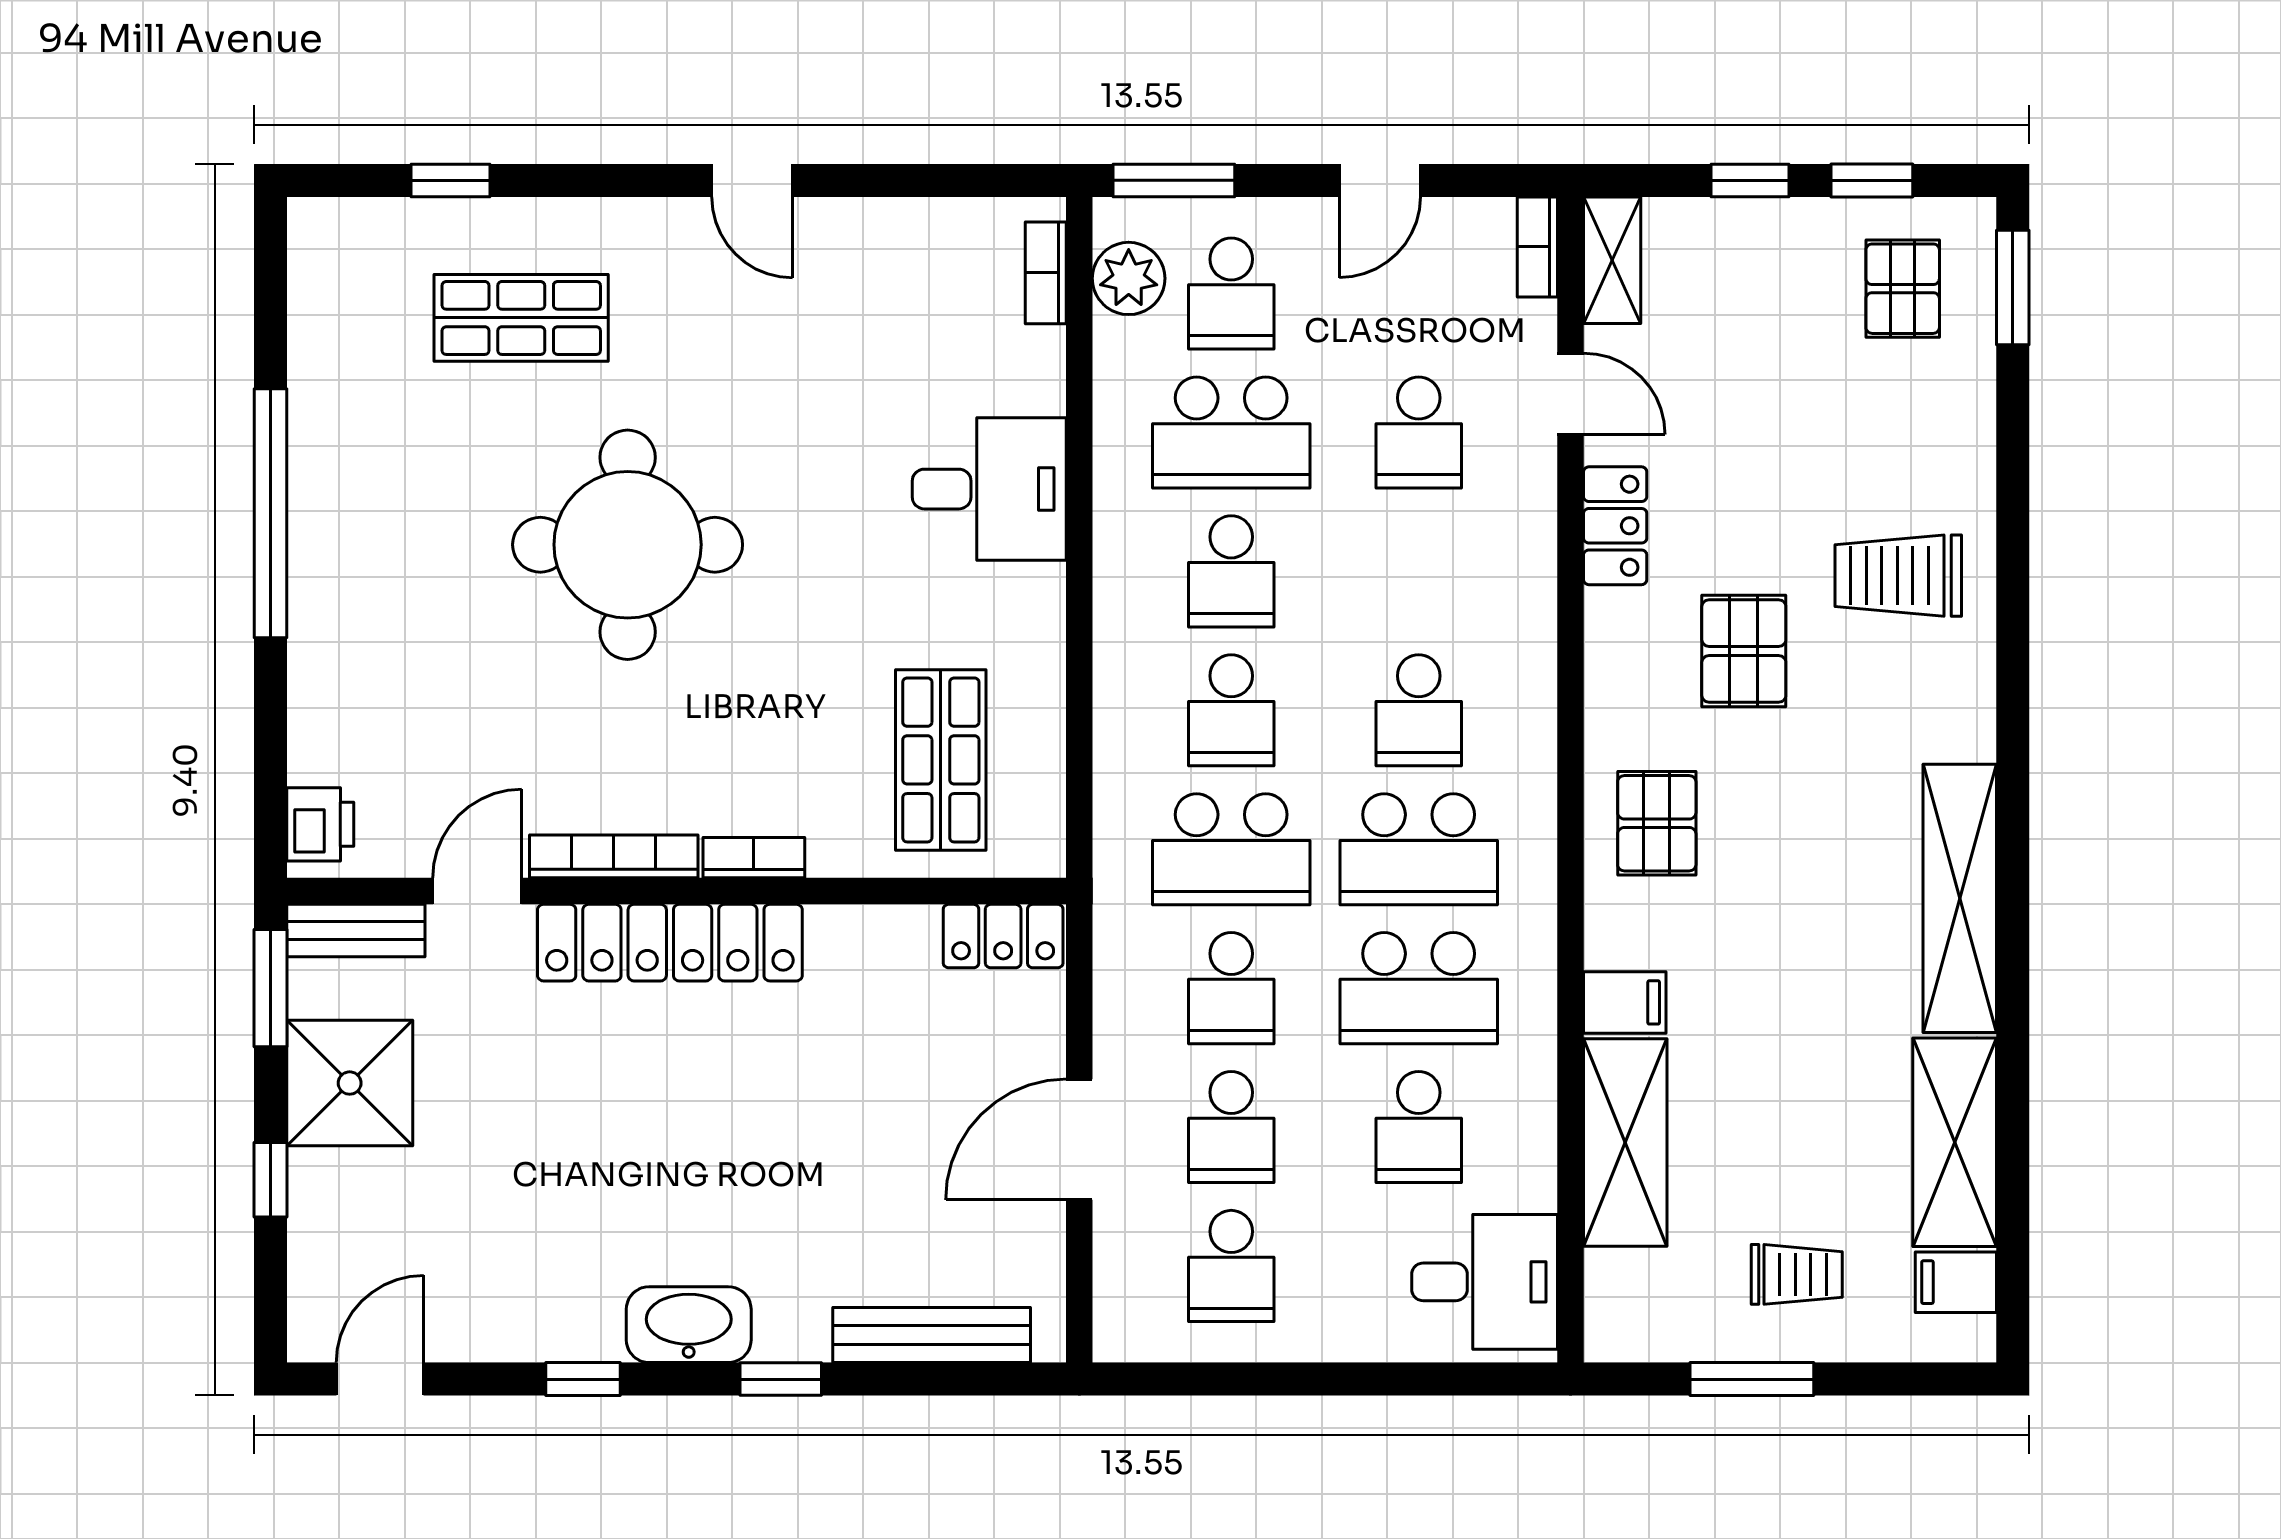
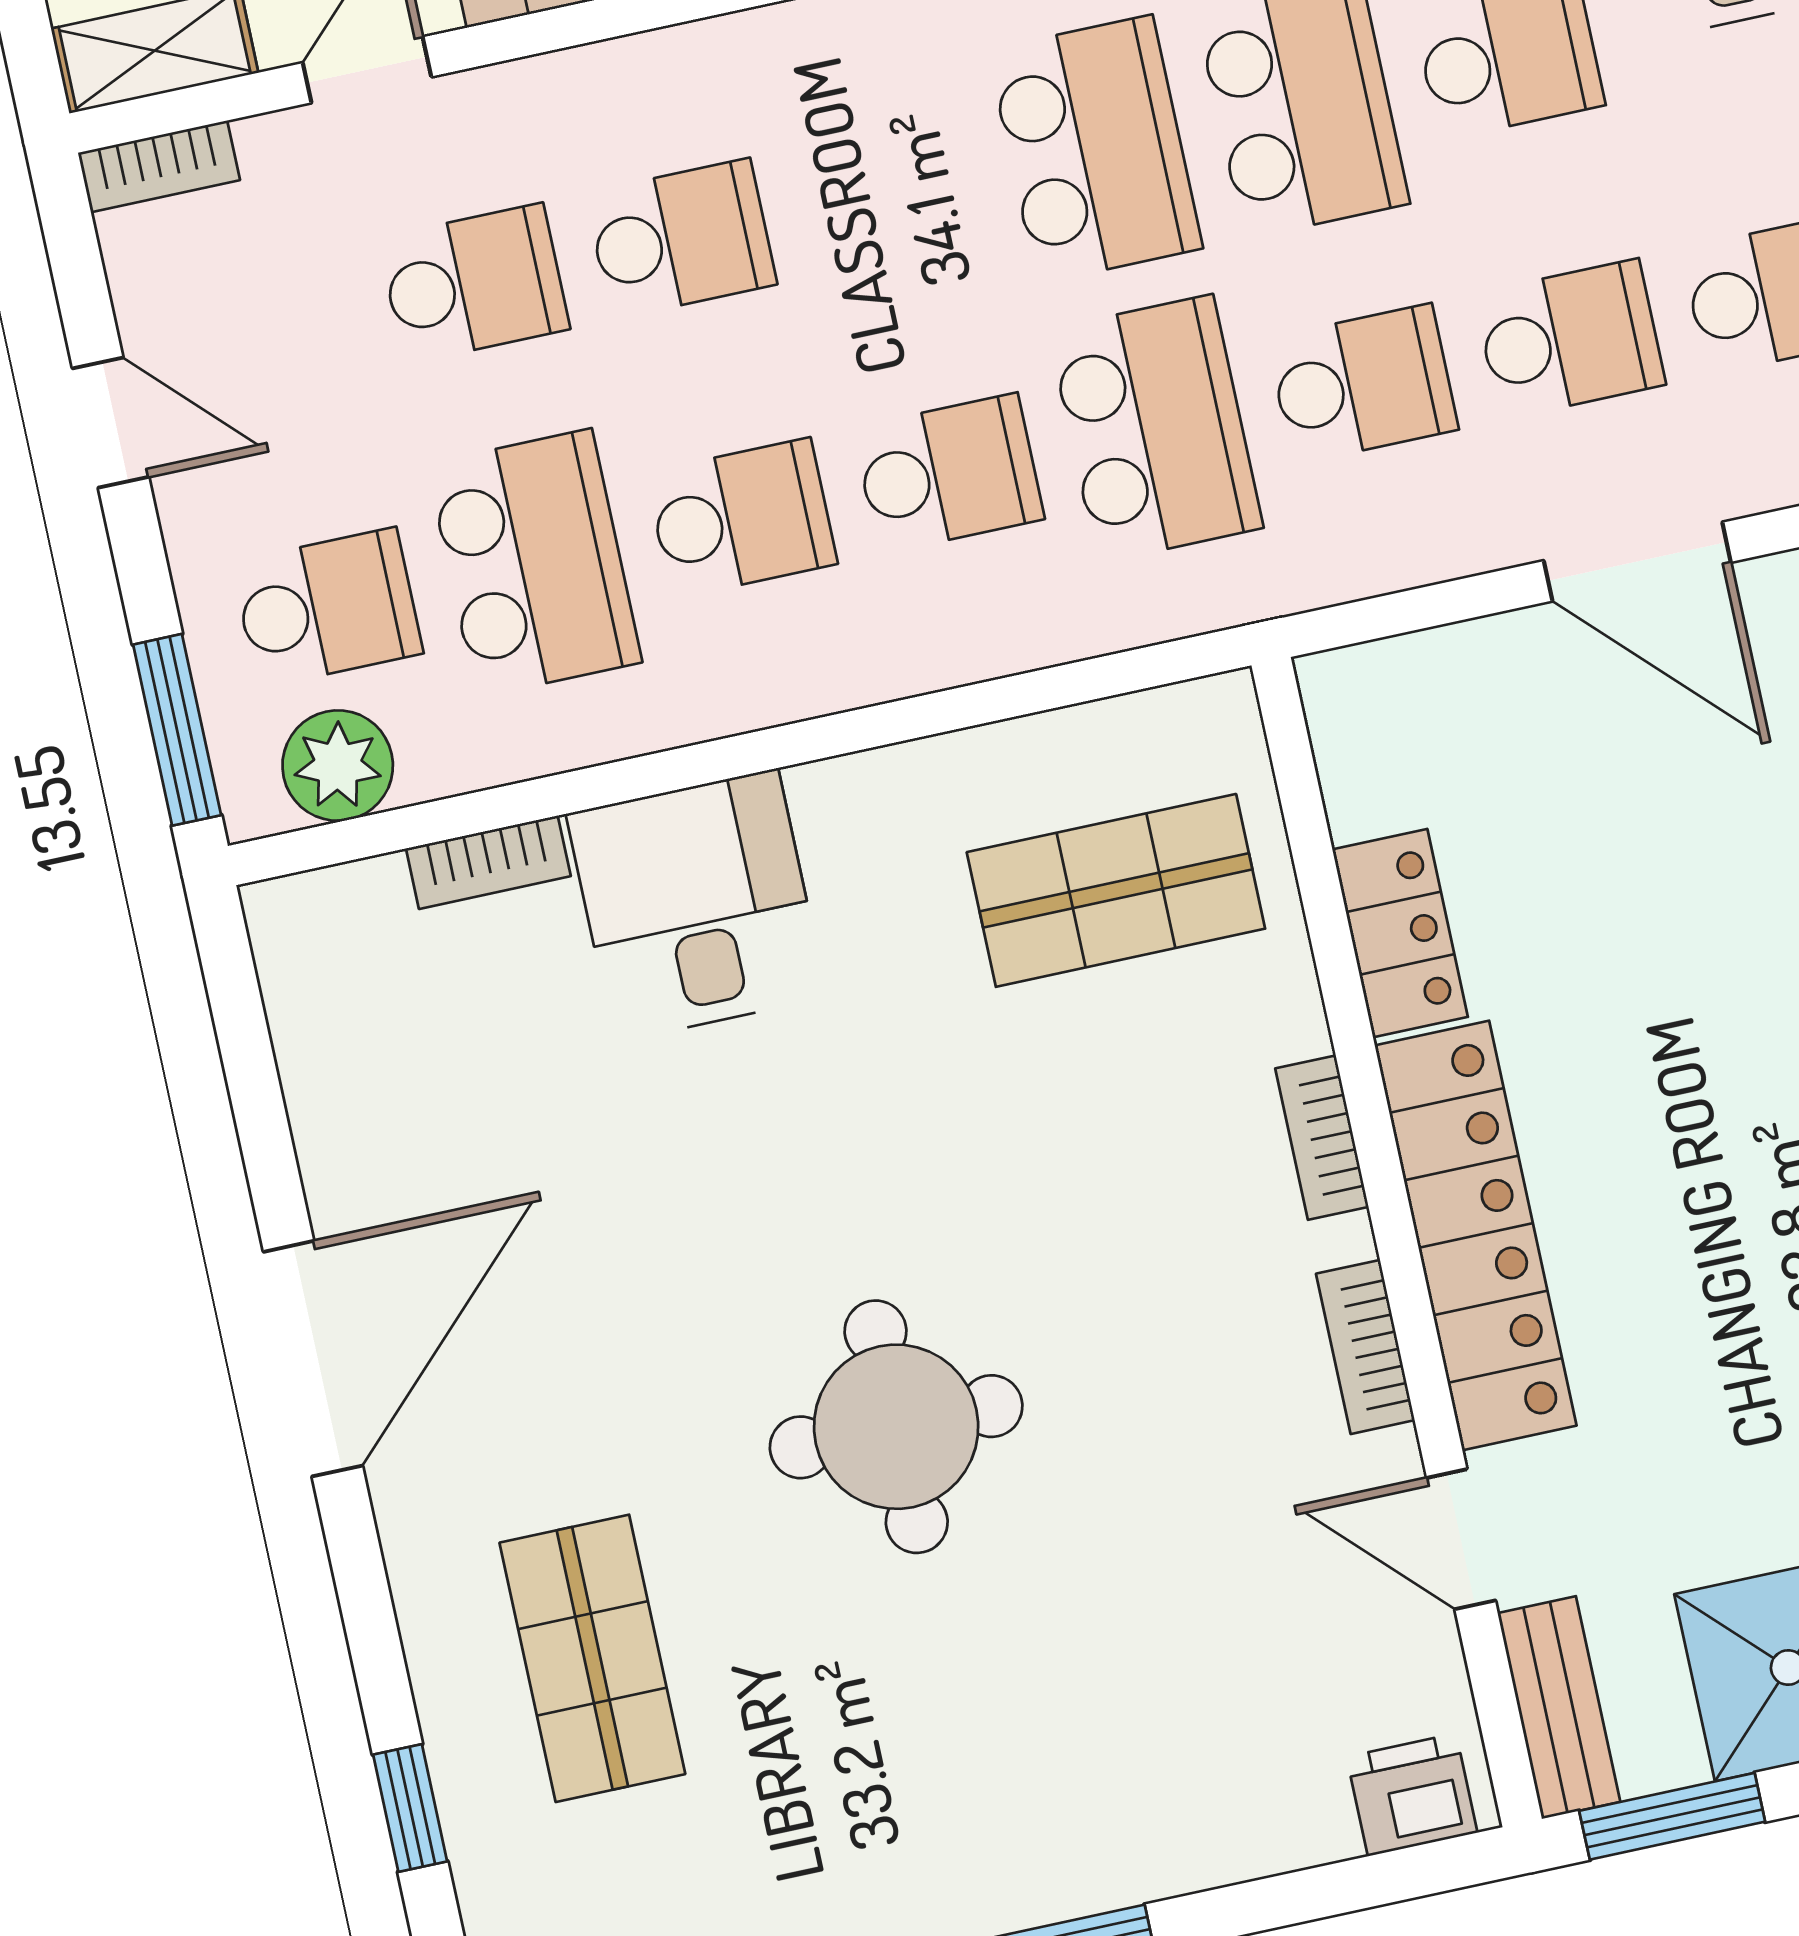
door: (752, 180) -> (313, 1359), width x1.87
bookcase: (1046, 273) -> (488, 862), moved
round table: (628, 545) -> (896, 1427), width x0.73, depth x0.73
school desk: (1419, 710) -> (681, 239), moved
bookcase: (614, 856) -> (1365, 1347), width x0.64
locker: (1003, 936) -> (1400, 933), moved

